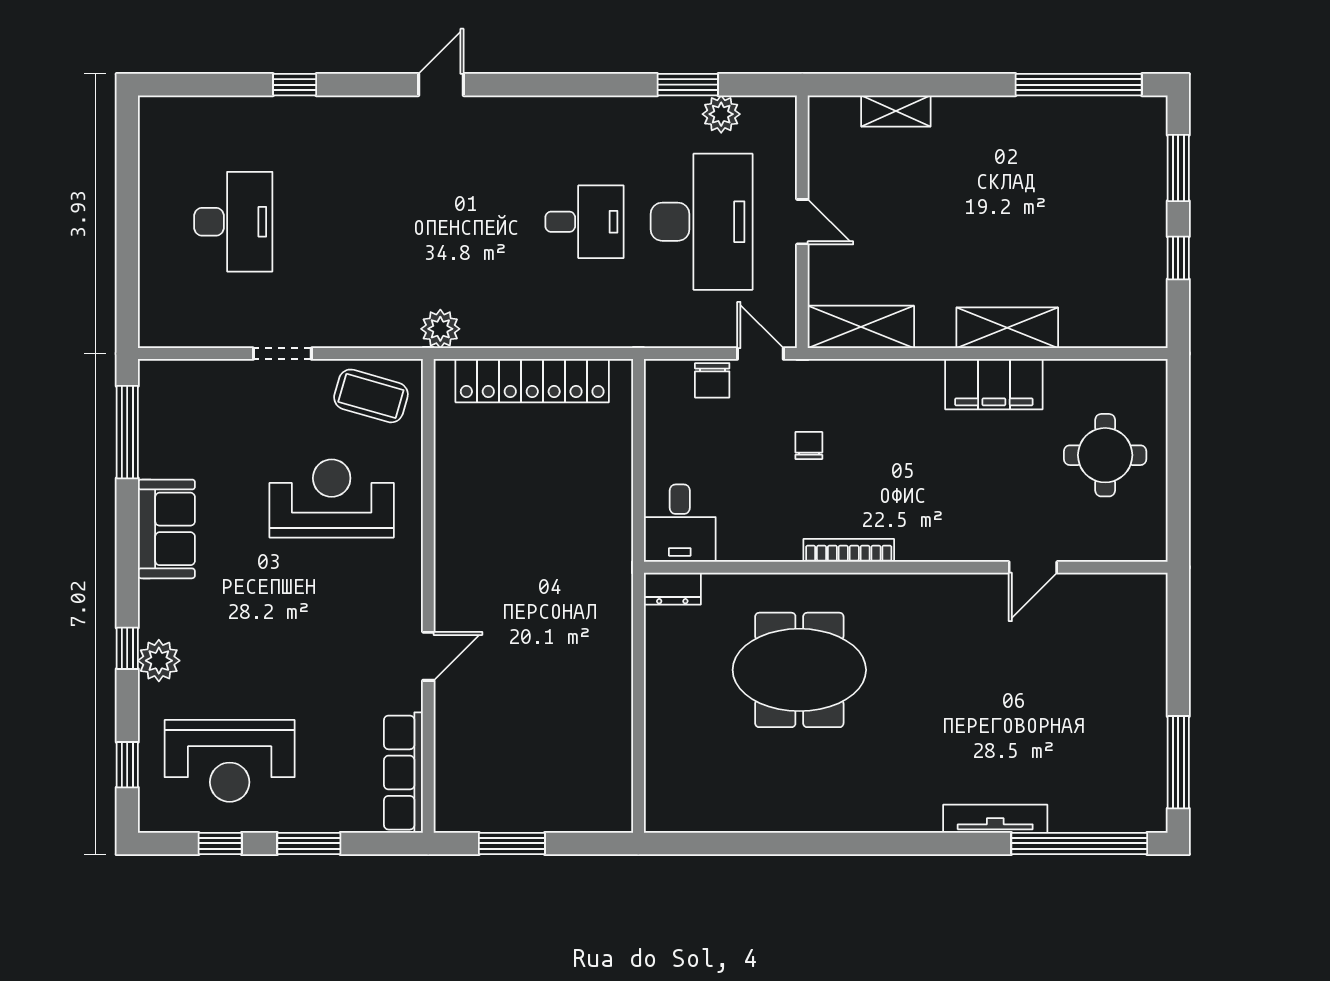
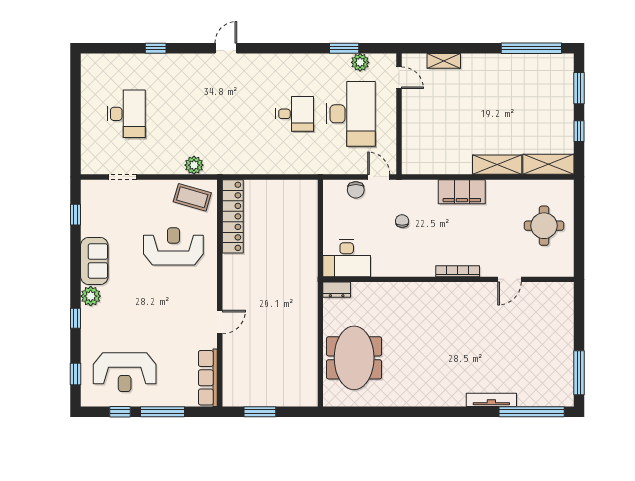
door: (802, 222) -> (399, 78), moved
shelving: (861, 327) -> (548, 164), moved
plant: (440, 329) -> (194, 165), moved
doorway: (282, 354) -> (122, 177), moved
locker: (532, 381) -> (233, 216), moved, turned -90
filing cabinet: (994, 384) -> (462, 192), moved
window: (127, 432) -> (76, 215), width x0.46
desk: (680, 523) -> (347, 258), width x1.37
bookcase: (849, 550) -> (458, 271), moved
plant: (159, 661) -> (91, 296), moved
meeting table: (799, 670) -> (354, 358), moved, turned 90
window: (309, 843) -> (163, 412), width x1.44

